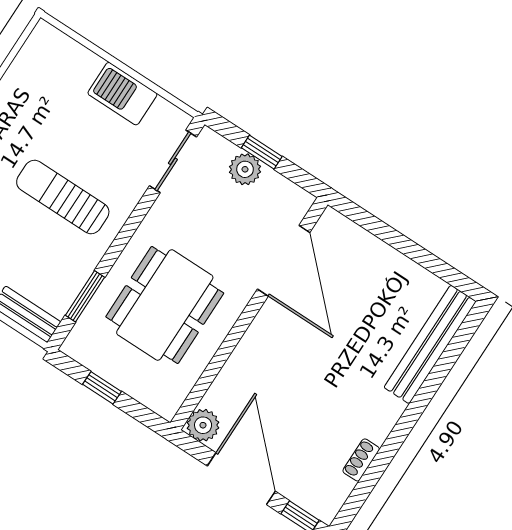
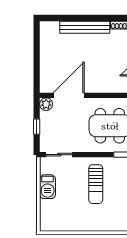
plant: (245, 169) -> (46, 104), moved
bench: (430, 344) -> (85, 27), moved

